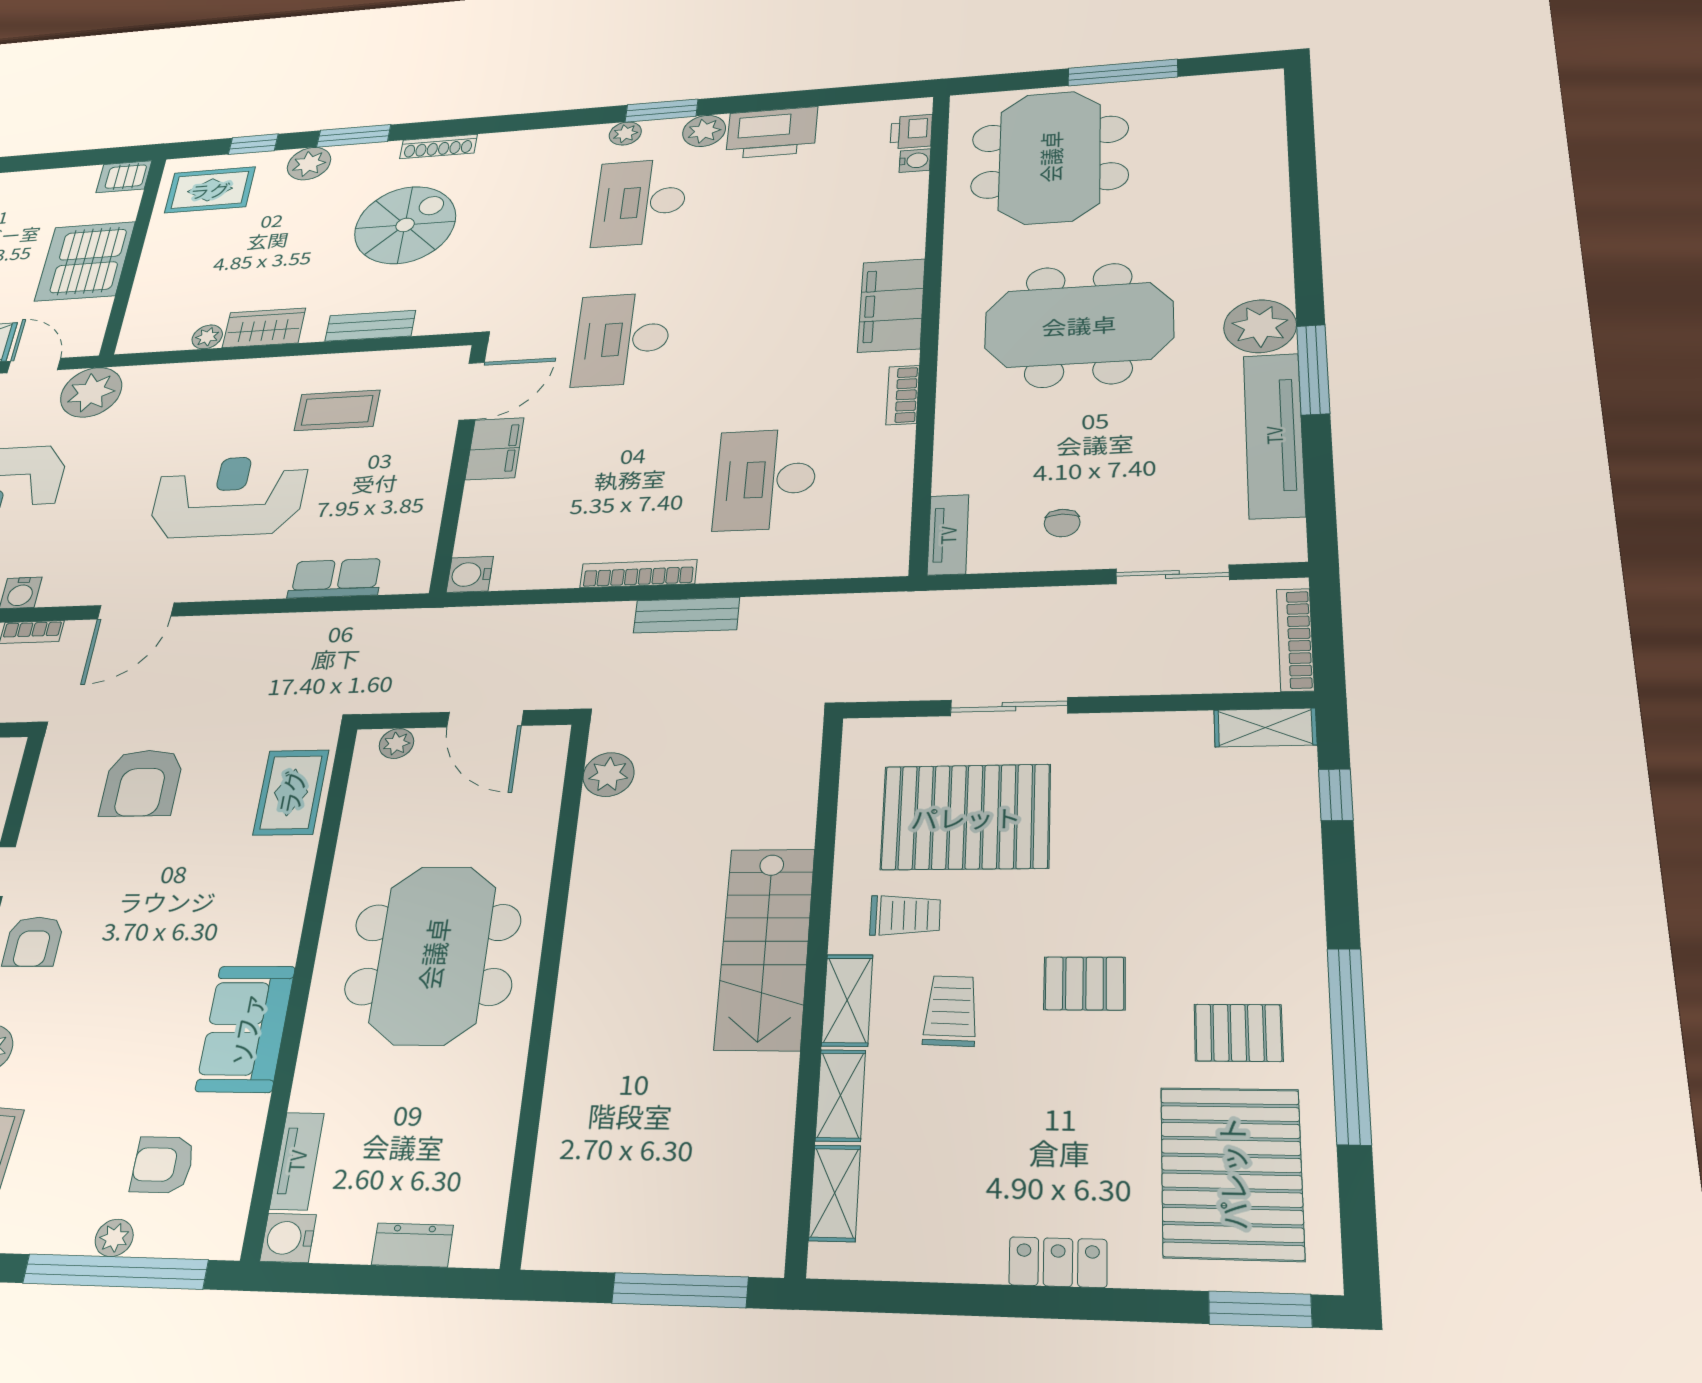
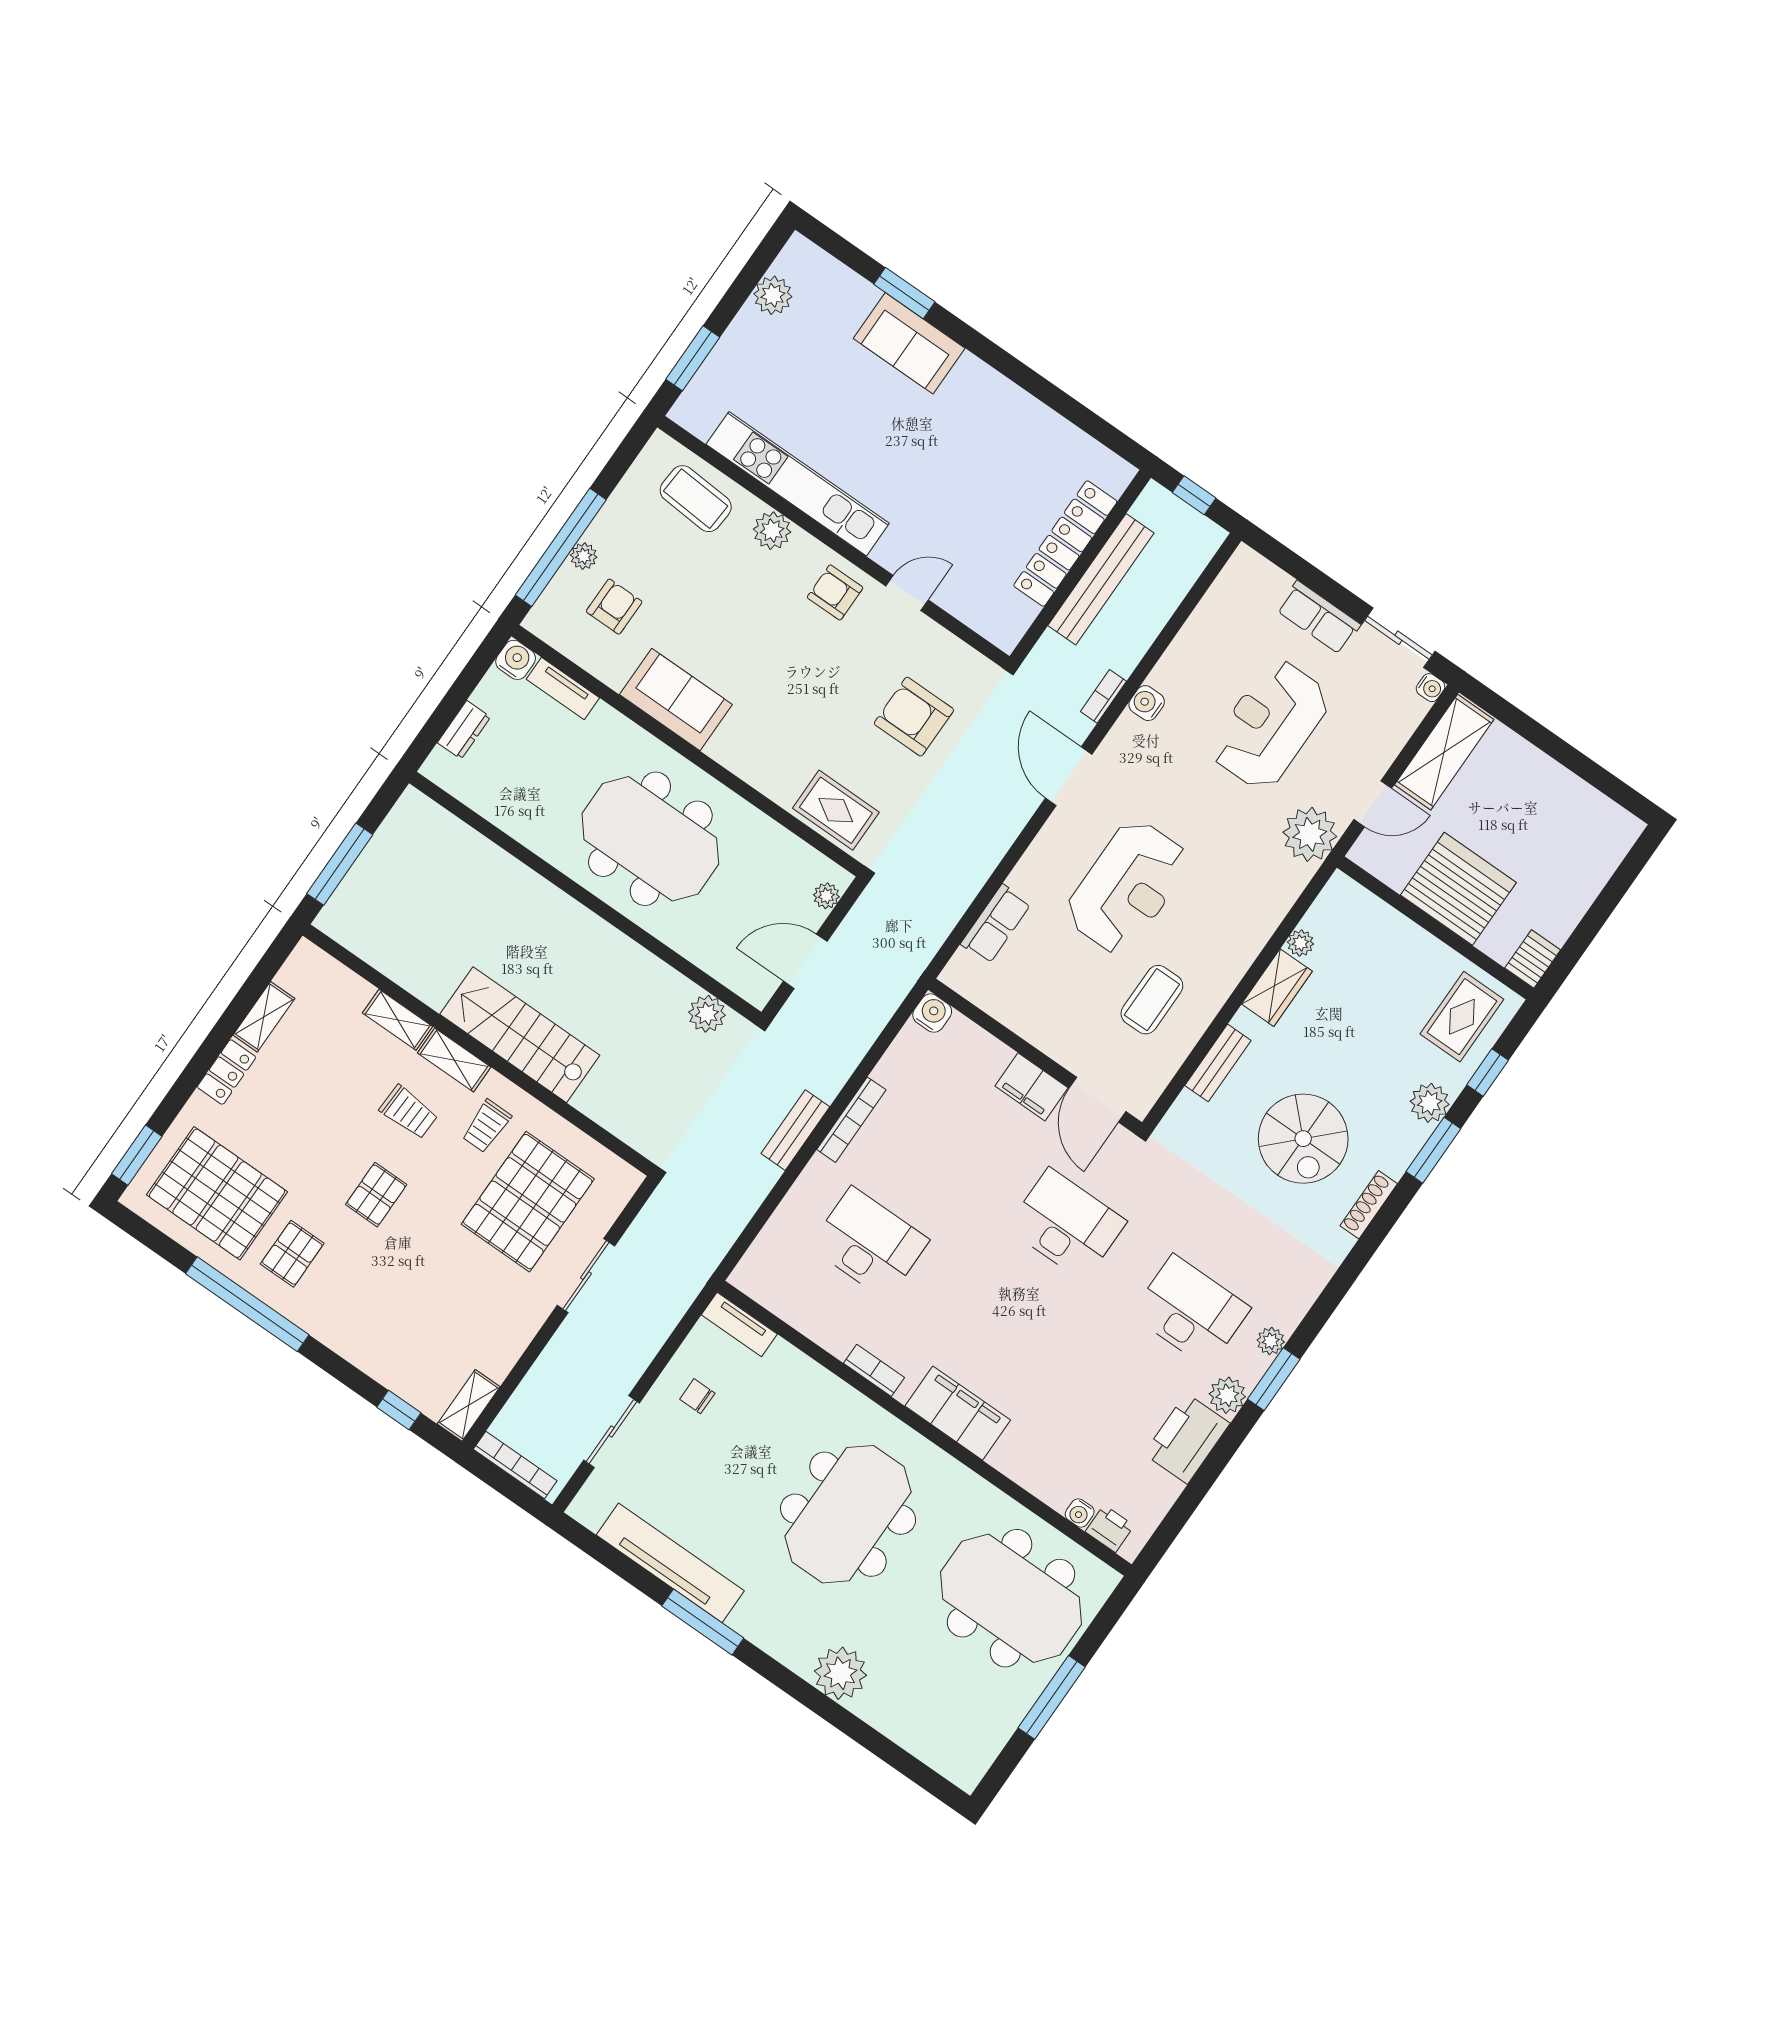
plant: (1260, 326) -> (840, 1673), moved
shelving: (835, 1193) -> (264, 1017), moved, turned 90

